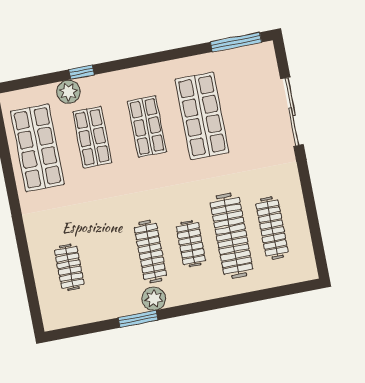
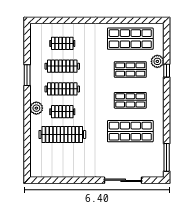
clothes rail: (272, 228) -> (62, 66), moved
plant: (154, 299) -> (36, 108), moved

